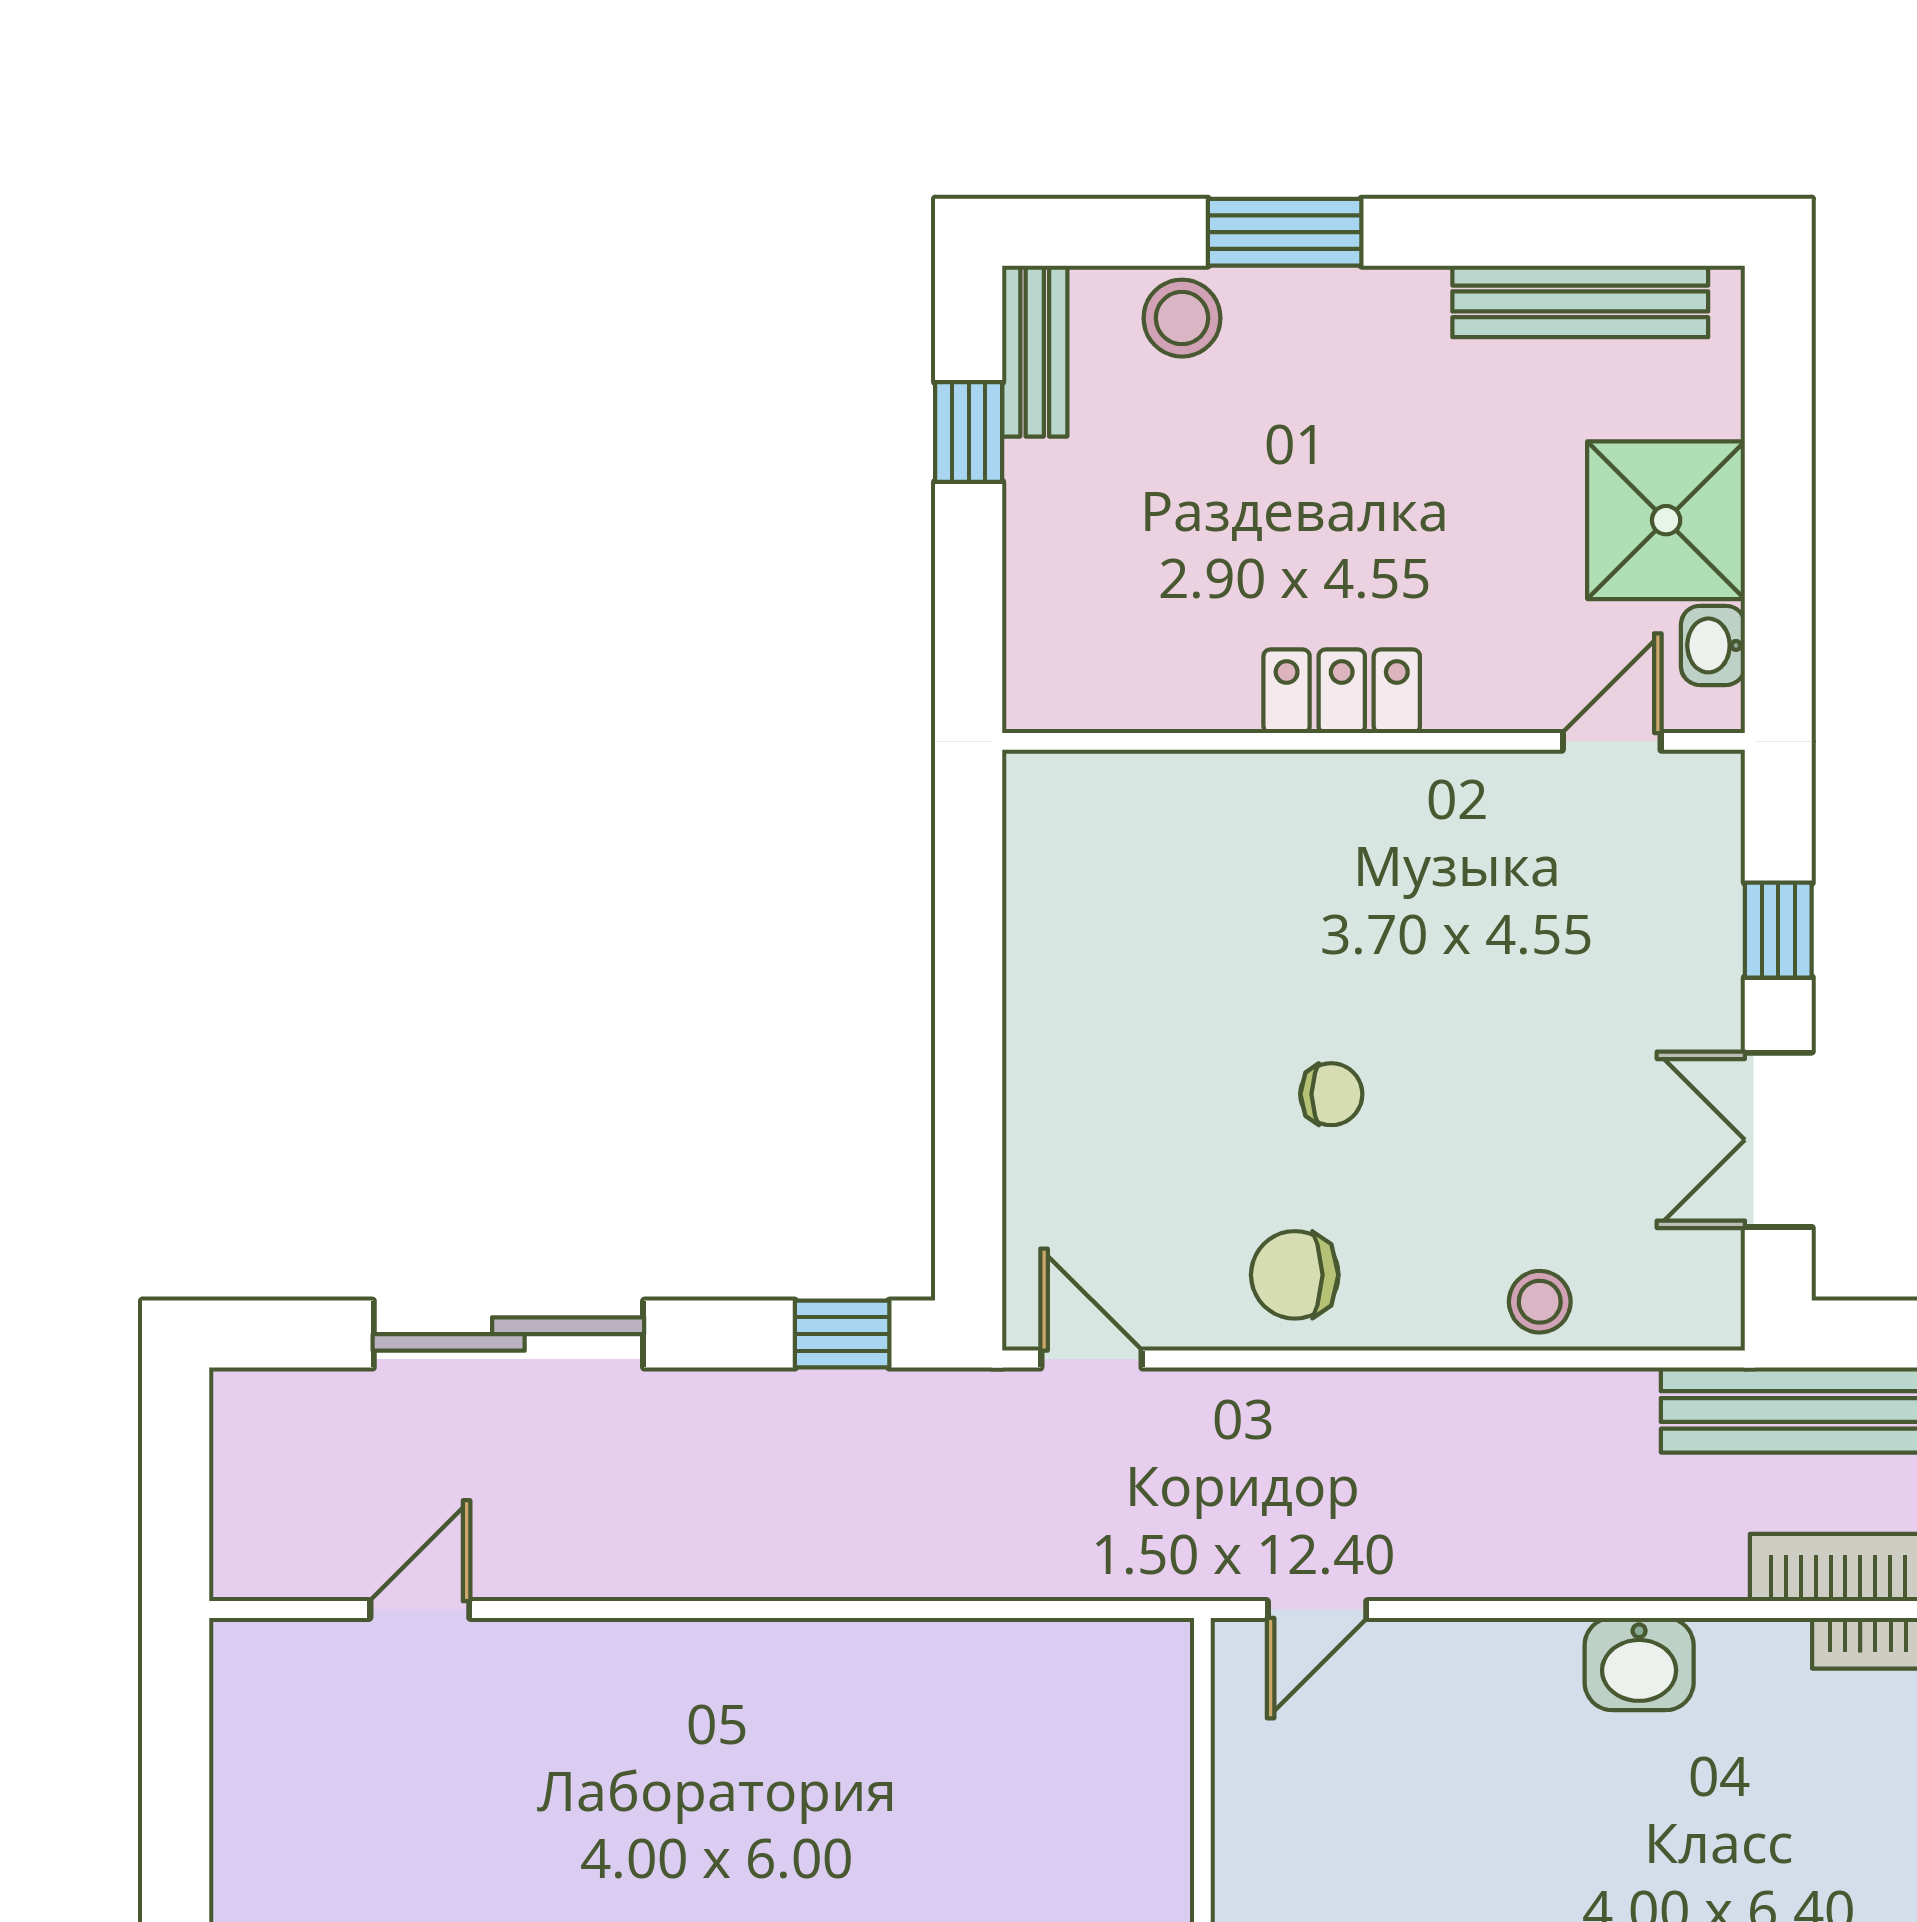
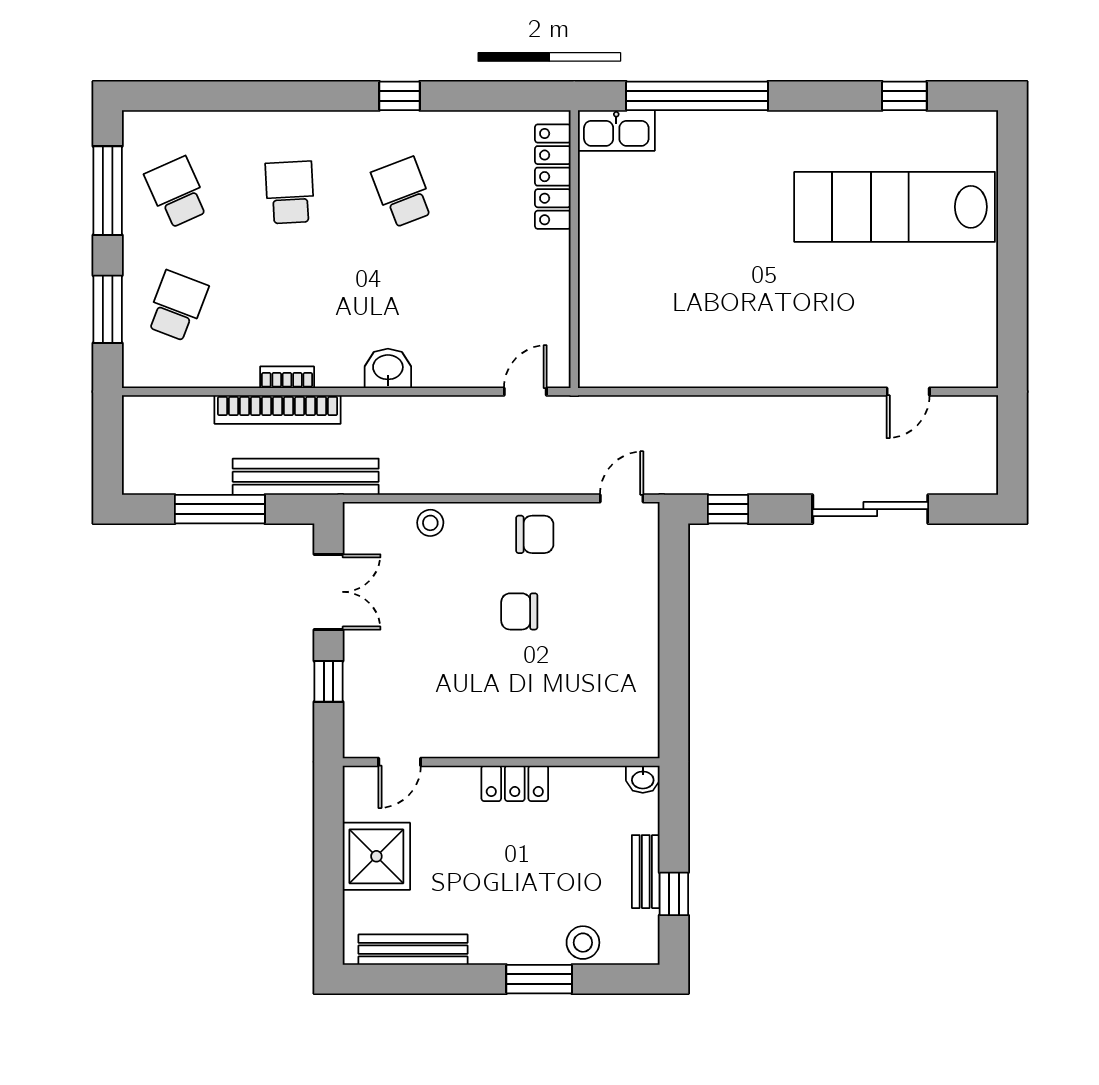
bench: (1035, 351) -> (646, 872), moved
washbasin: (1713, 645) -> (643, 779), moved, turned 90
chair: (1331, 1094) -> (519, 611), width x1.37, depth x1.37
door: (1091, 1359) -> (622, 498), swing flipped

